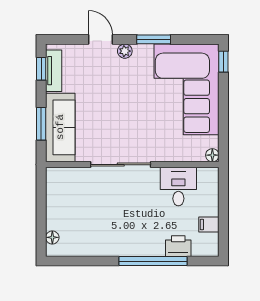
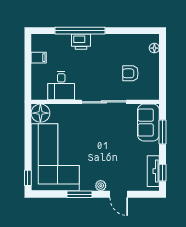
sofa: (60, 127) -> (148, 123), width x0.73
floor lamp: (212, 155) -> (40, 113), width x1.89, depth x1.89
armchair: (85, 203) -> (130, 73), added
printer: (178, 246) -> (81, 42), moved

